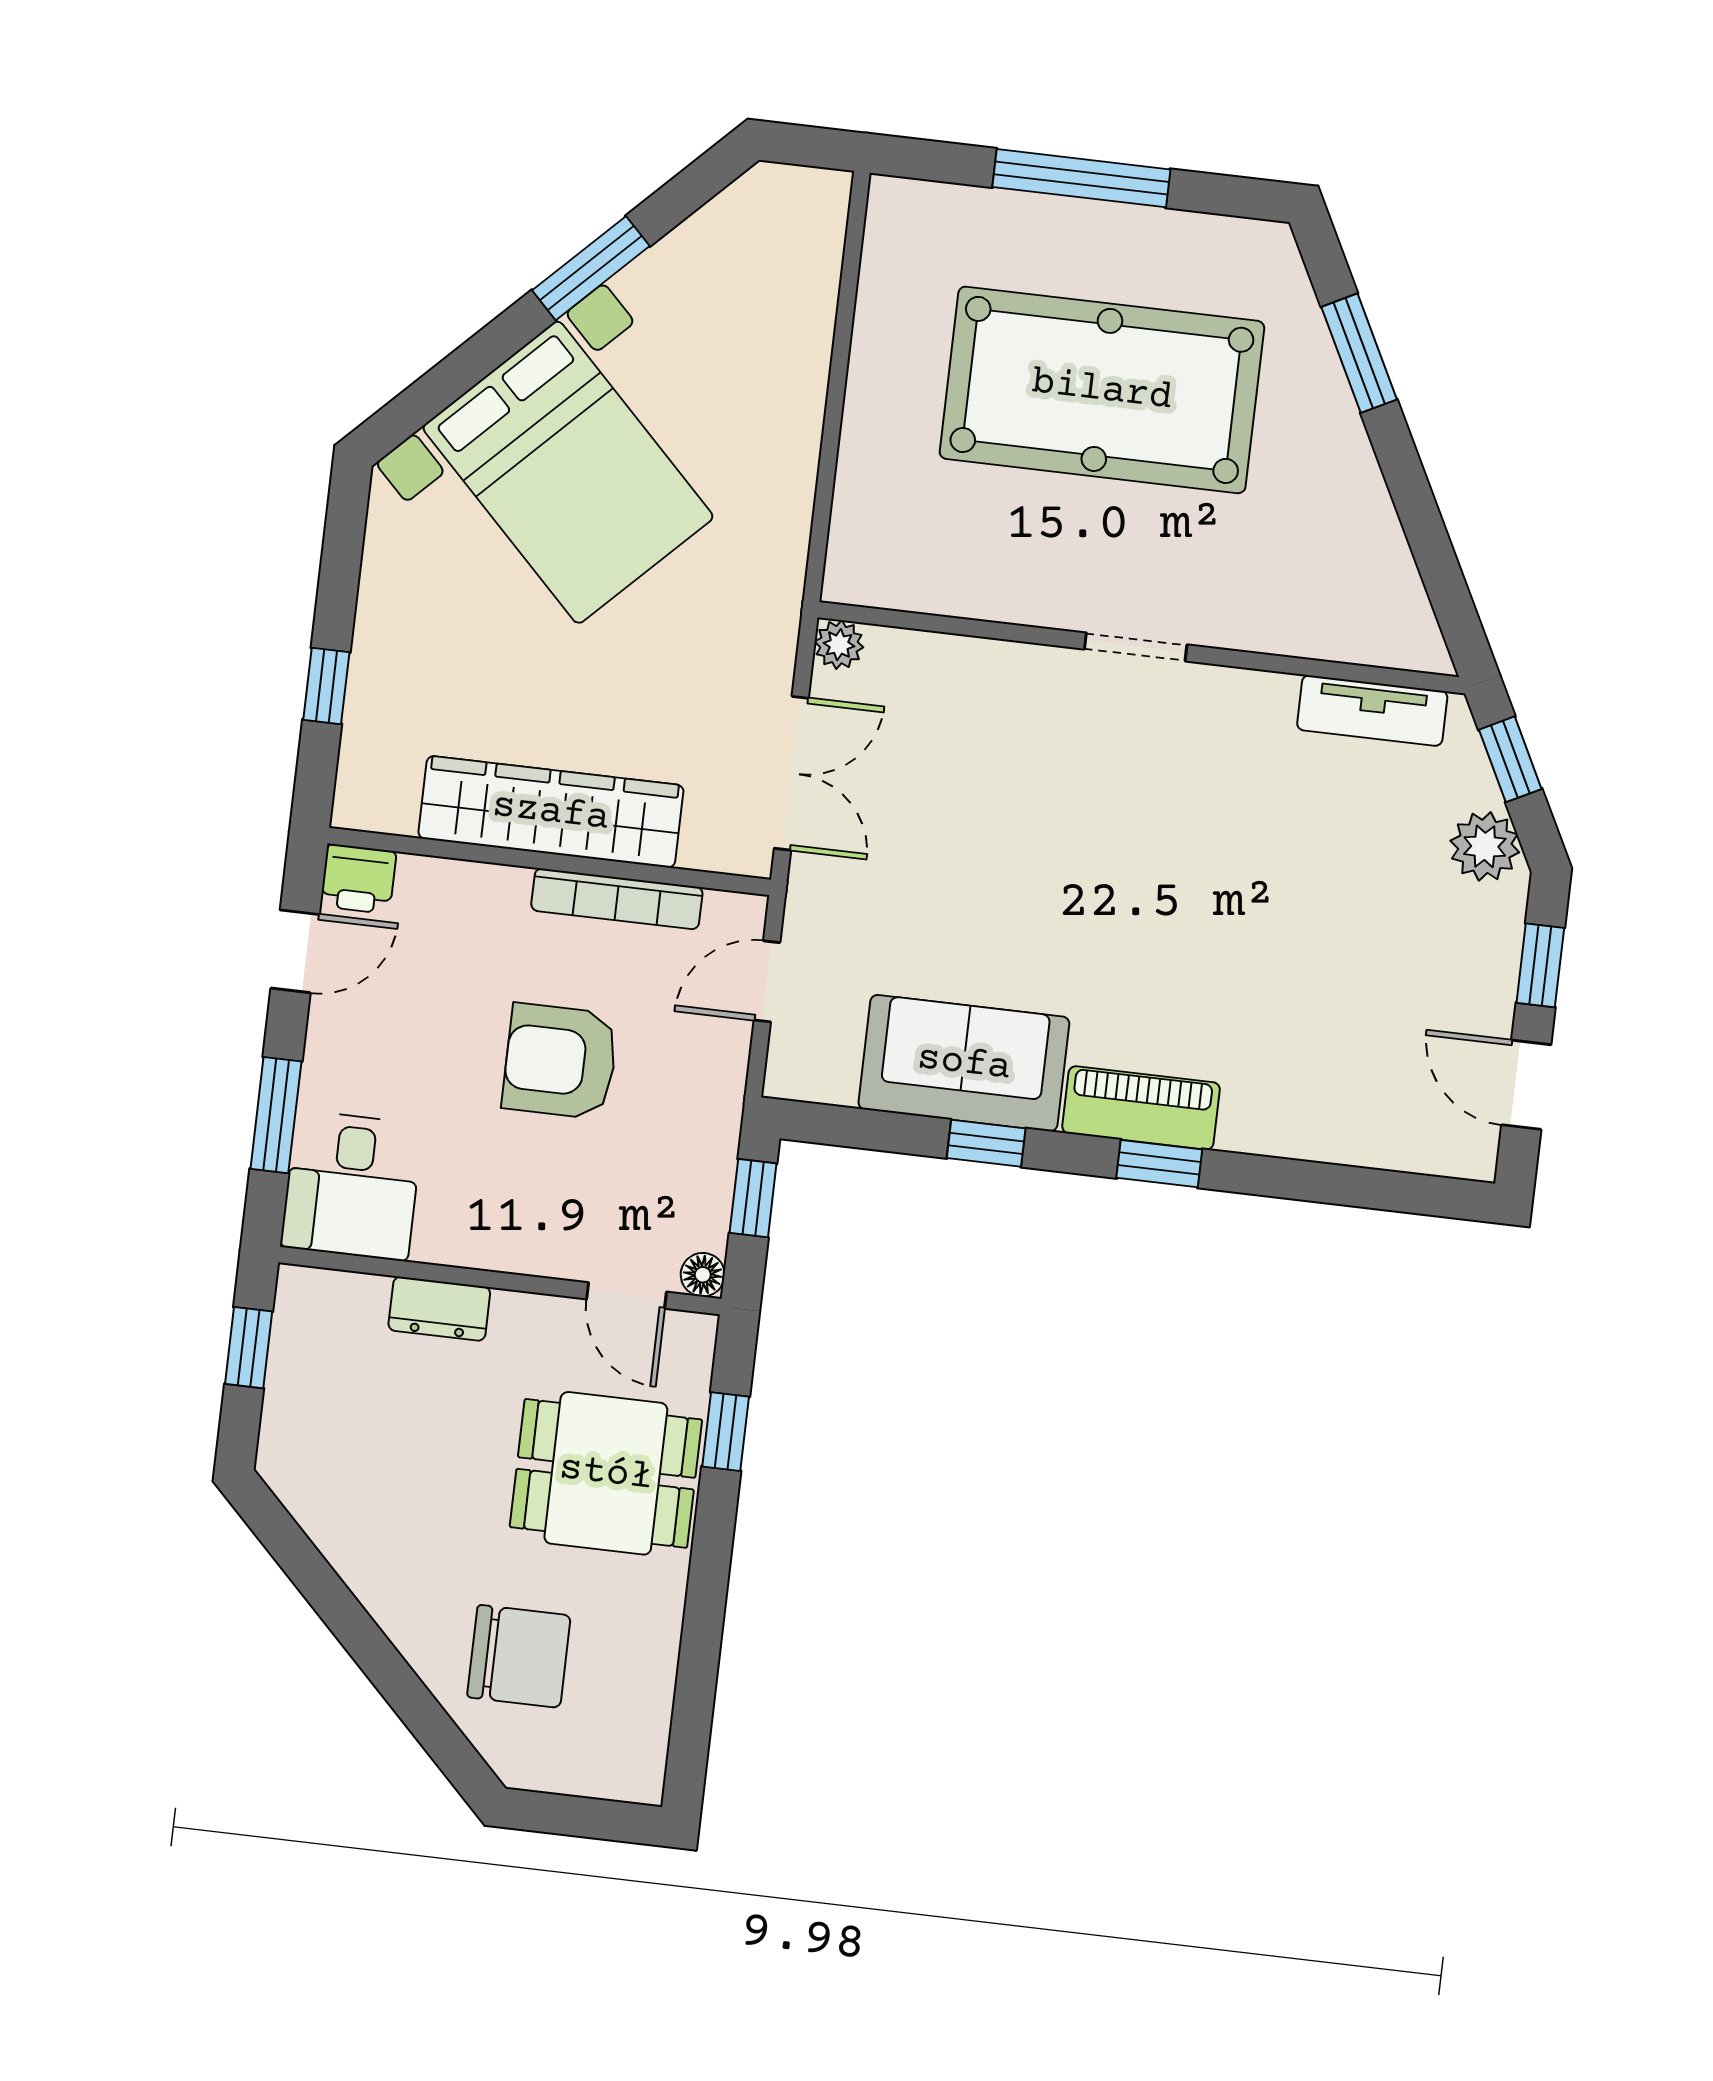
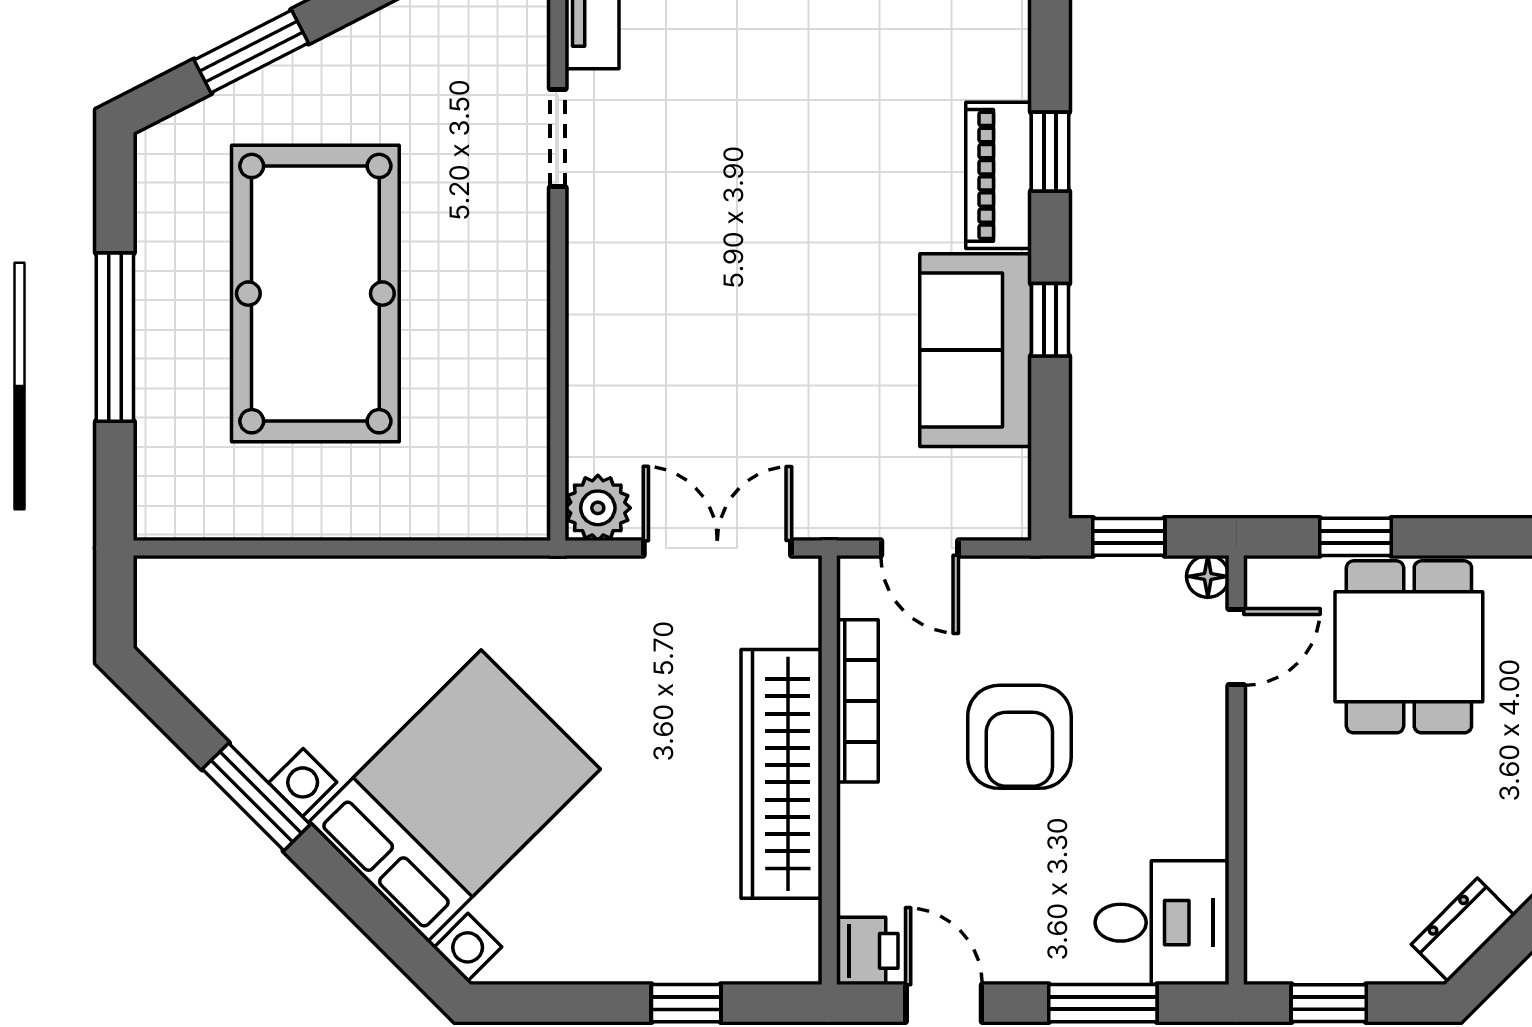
plant: (839, 645) -> (598, 508), width x1.38, depth x1.38
doorway: (1136, 647) -> (558, 138), moved
dresser: (439, 1309) -> (1463, 930), moved, turned -135

